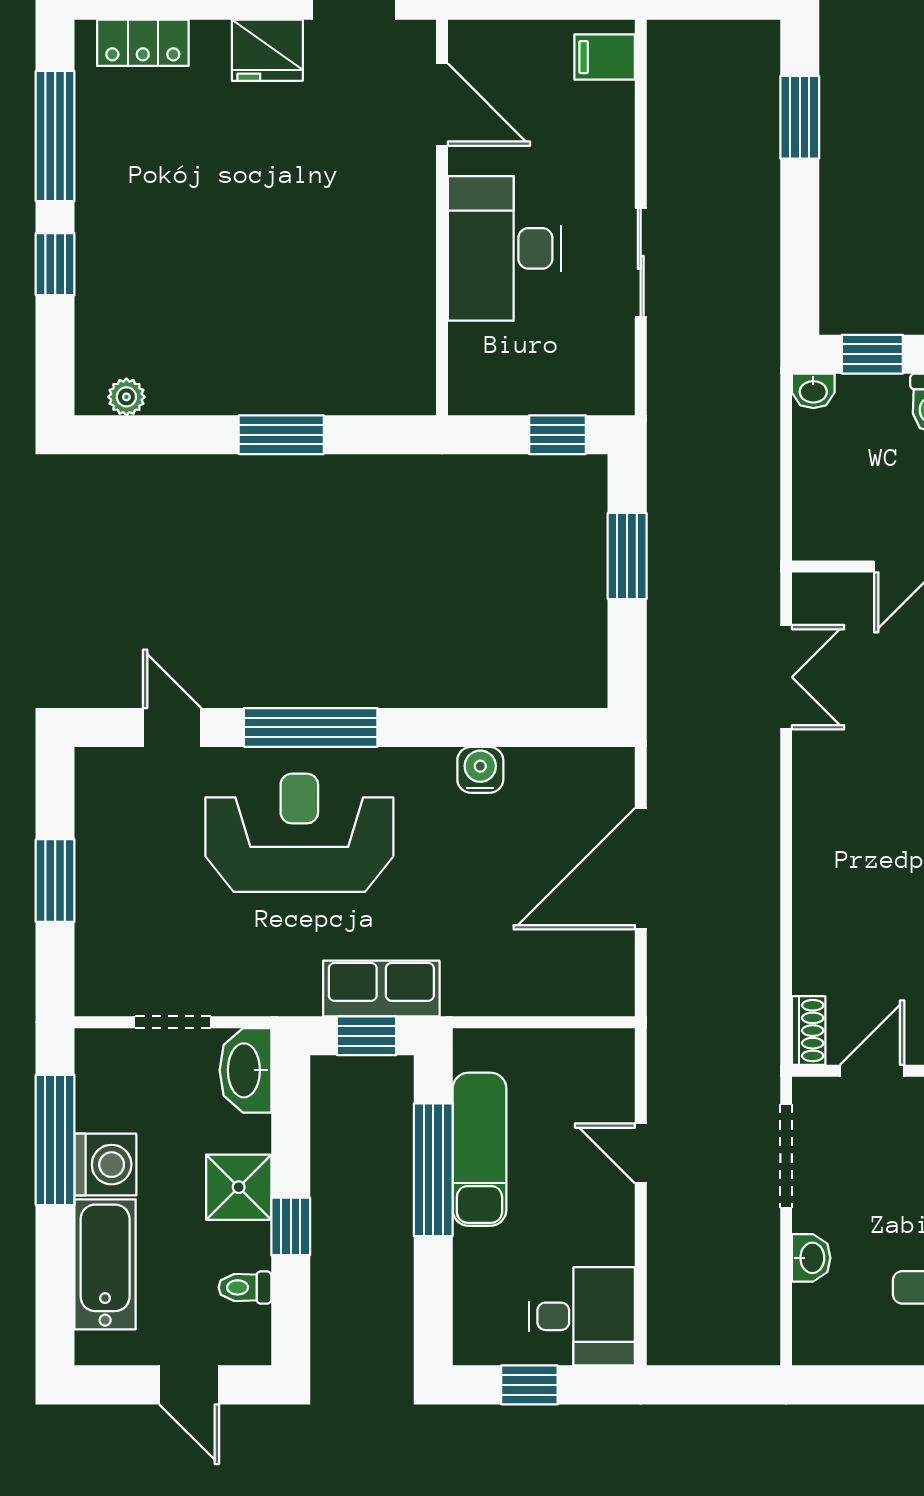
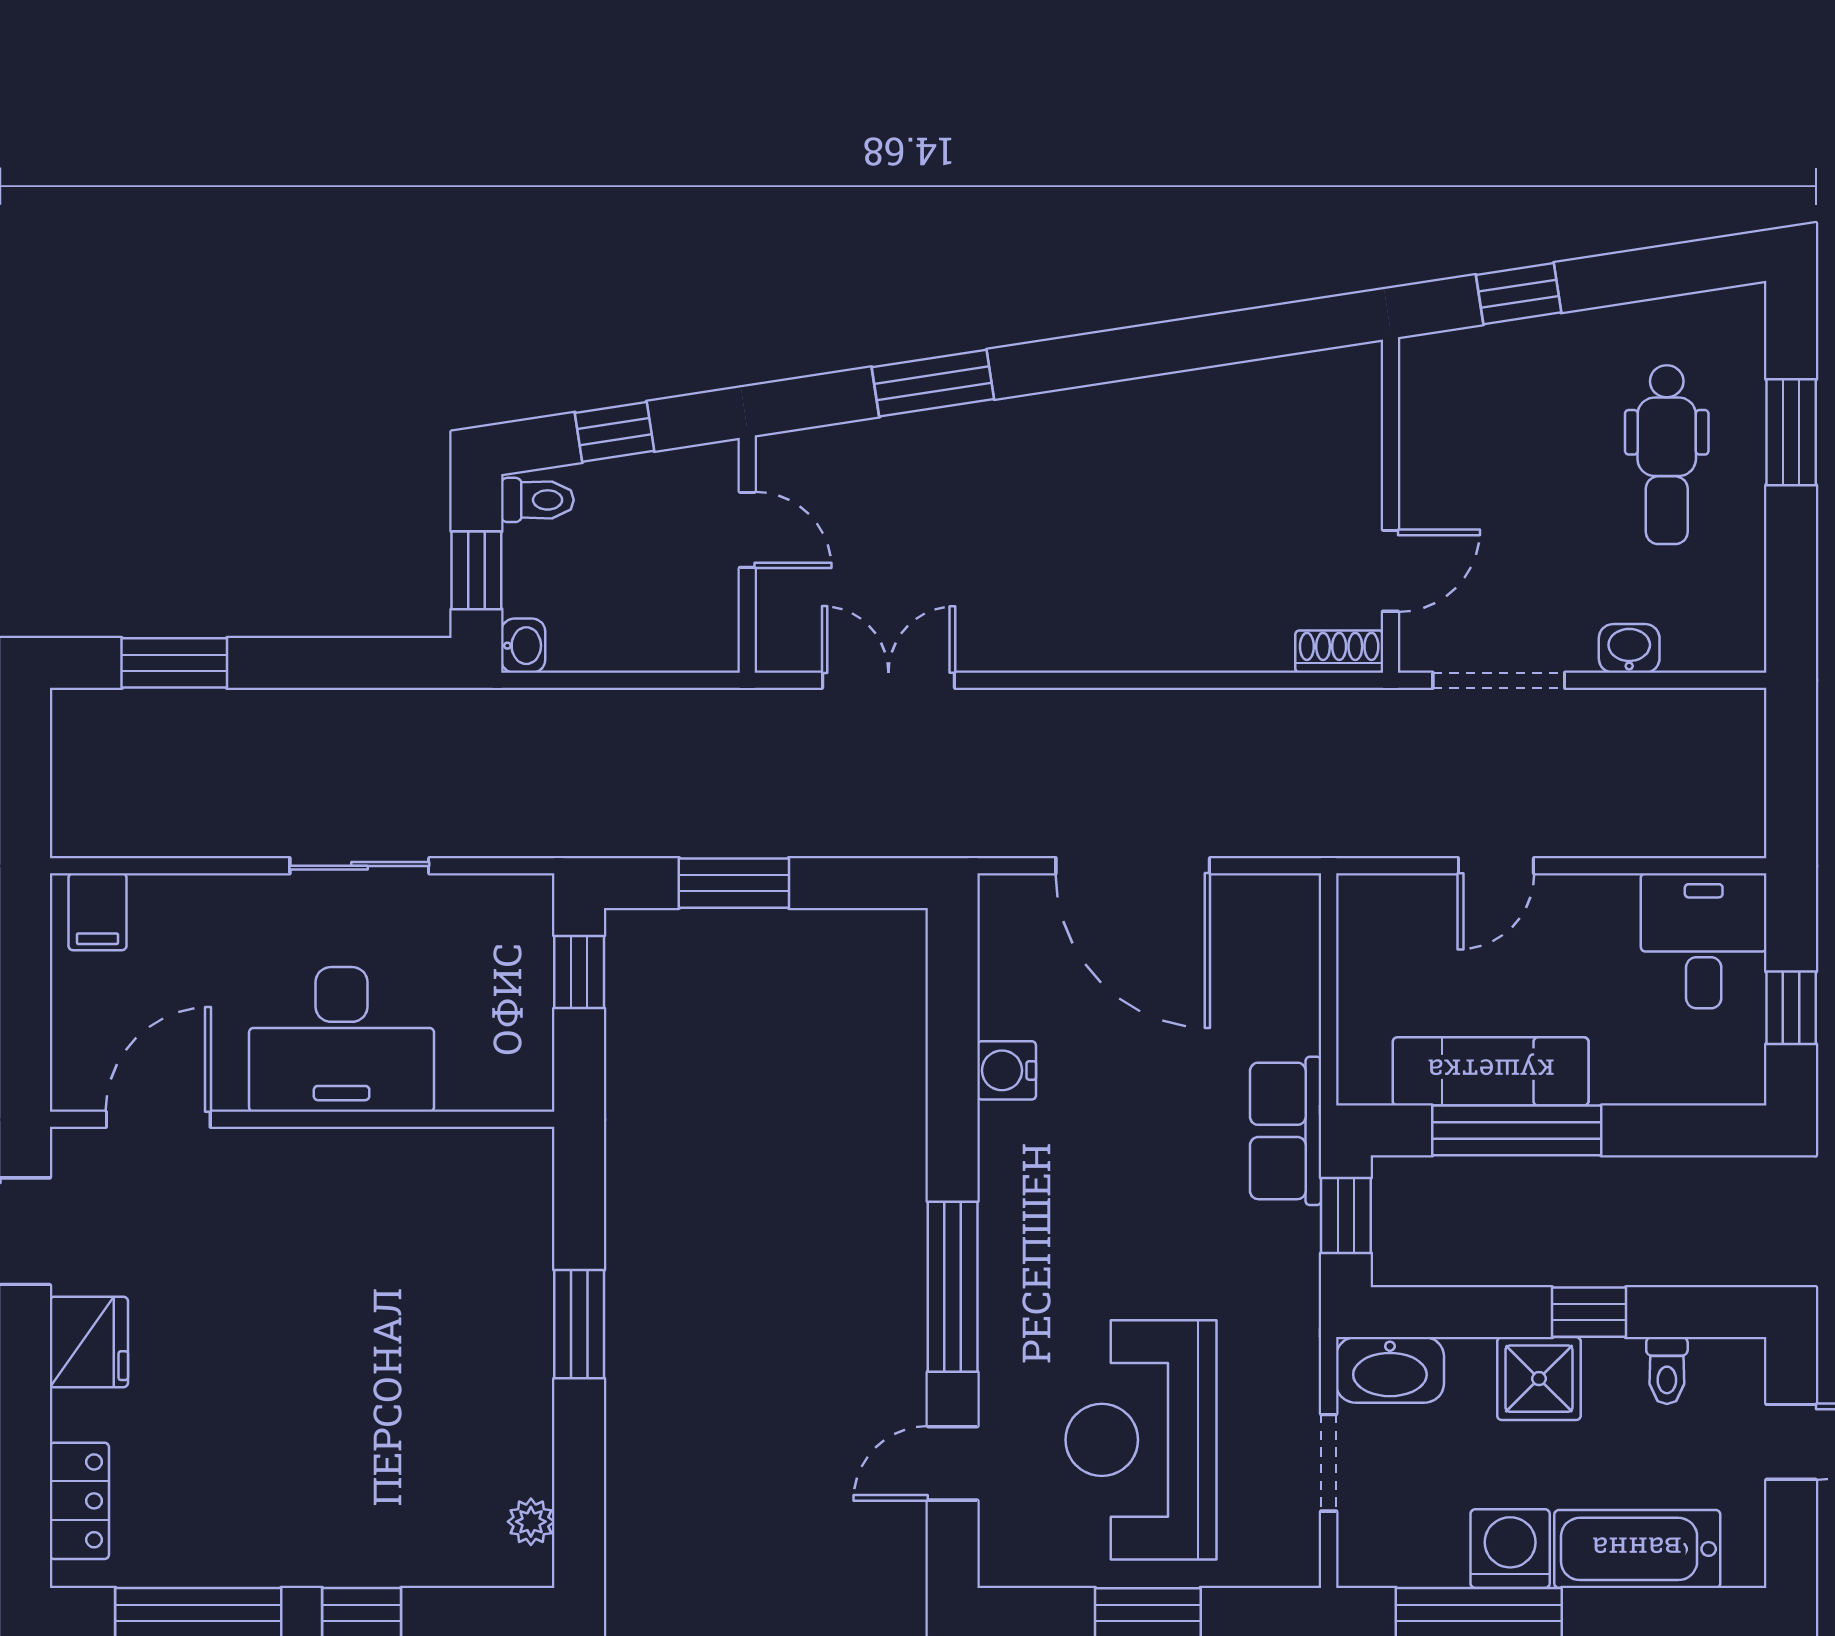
reception desk: (299, 833) -> (1141, 1440), moved
row of seats: (381, 989) -> (1286, 1131), moved
door: (872, 1071) -> (1390, 571), swing flipped

